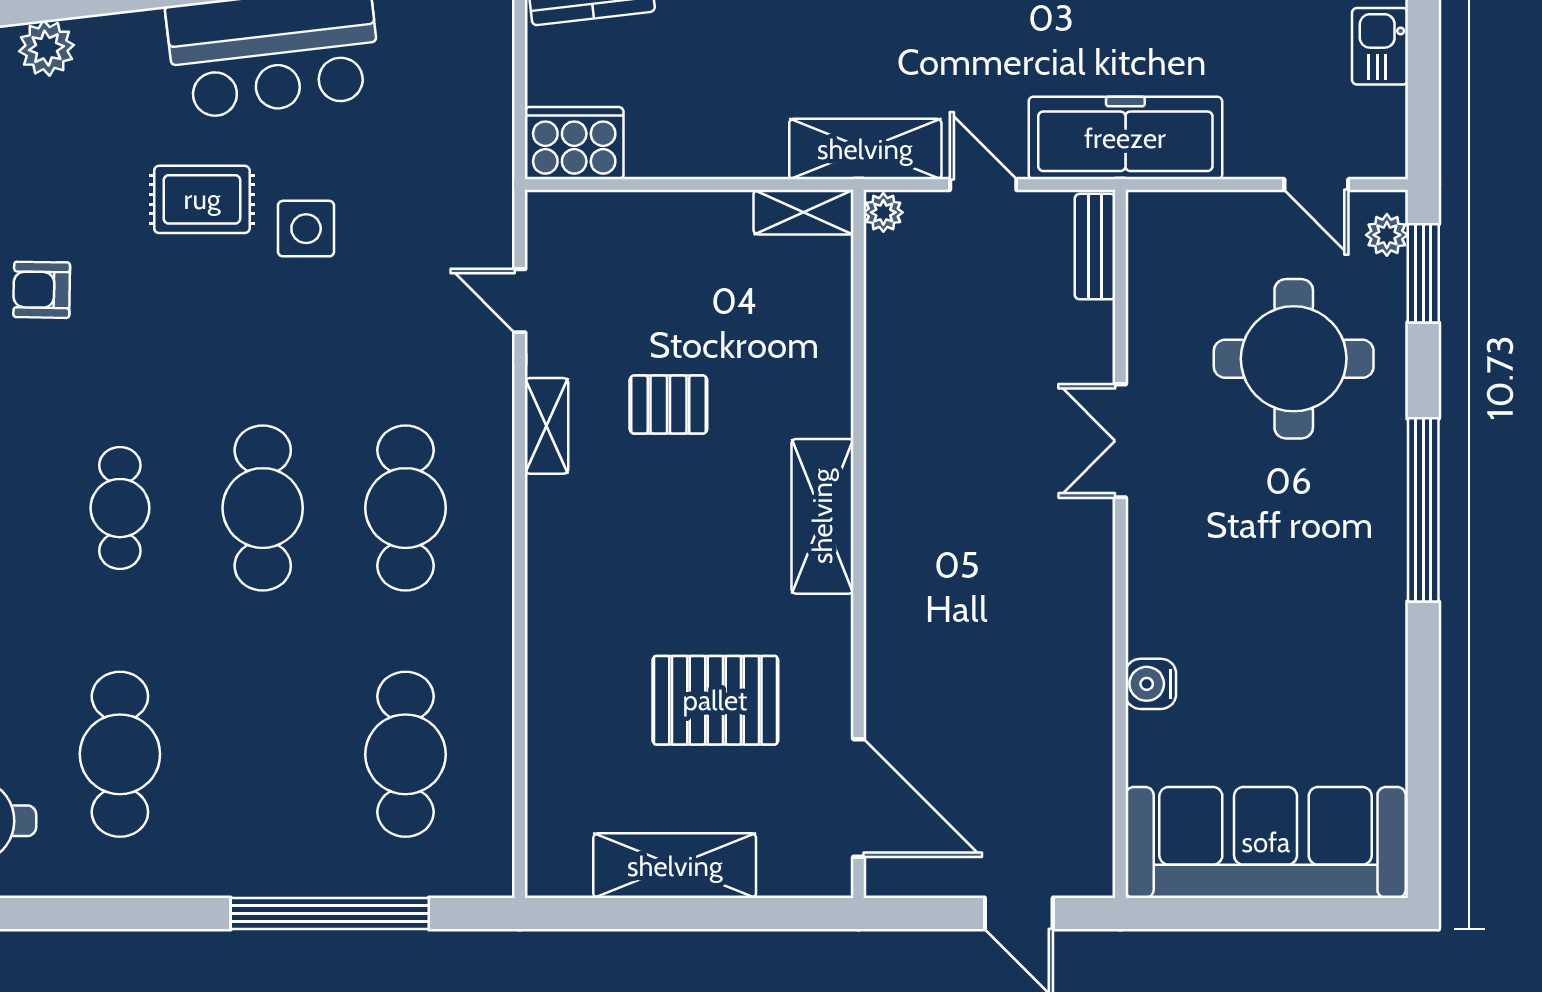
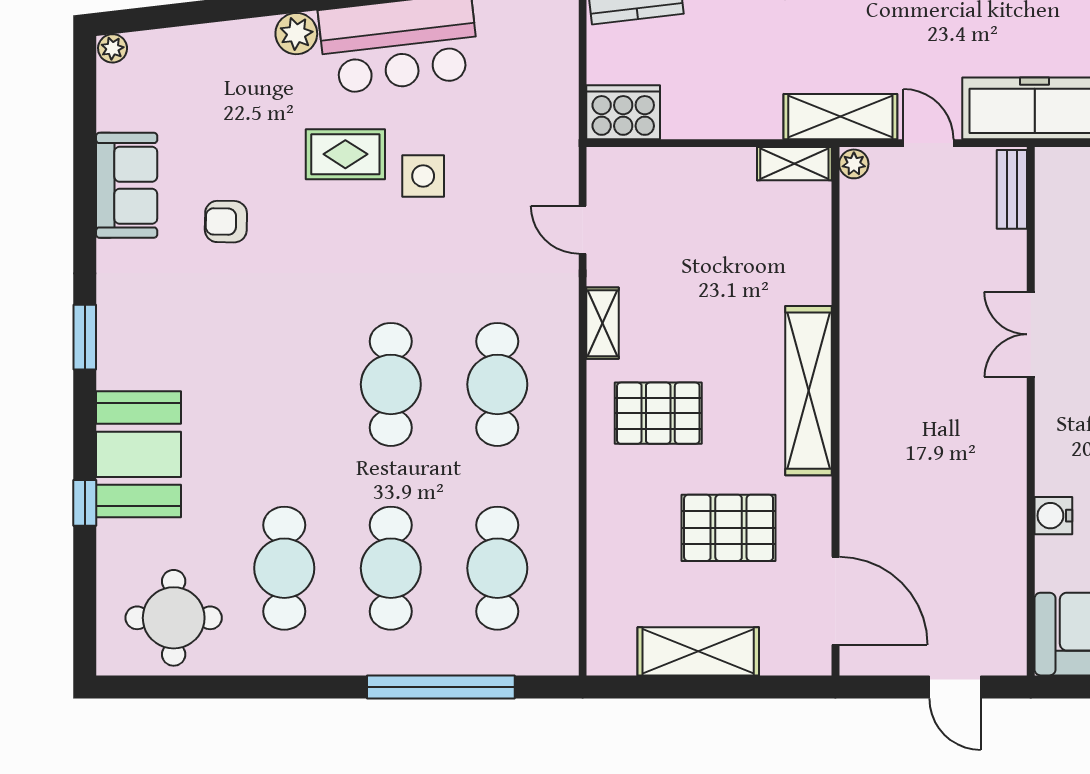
plant: (46, 48) -> (296, 34), moved
pallet: (668, 405) -> (658, 413), moved, width x1.50, depth x1.42
cafe table: (120, 508) -> (391, 568), moved, width x1.37, depth x1.35
shelving: (822, 516) -> (808, 391), width x1.47

